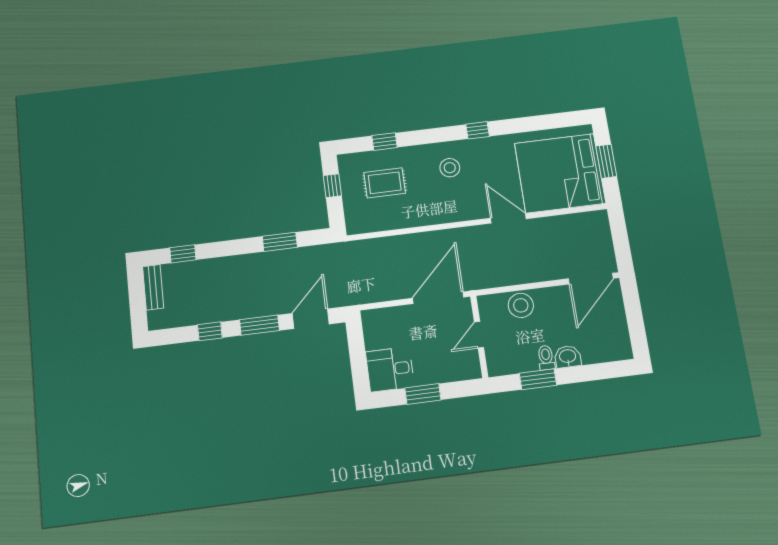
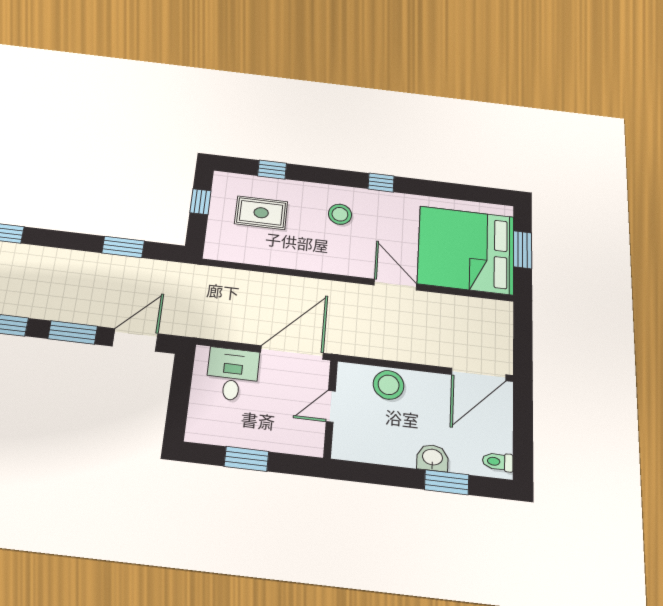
toilet: (546, 358) -> (498, 462), moved, turned -90
desk: (390, 369) -> (232, 374), moved, turned 90
window: (538, 379) -> (447, 482), moved

